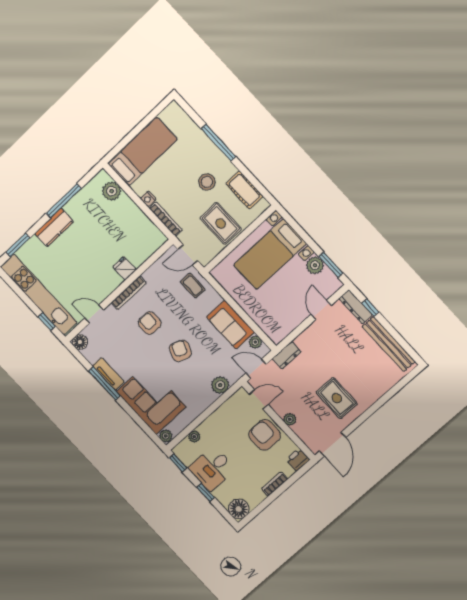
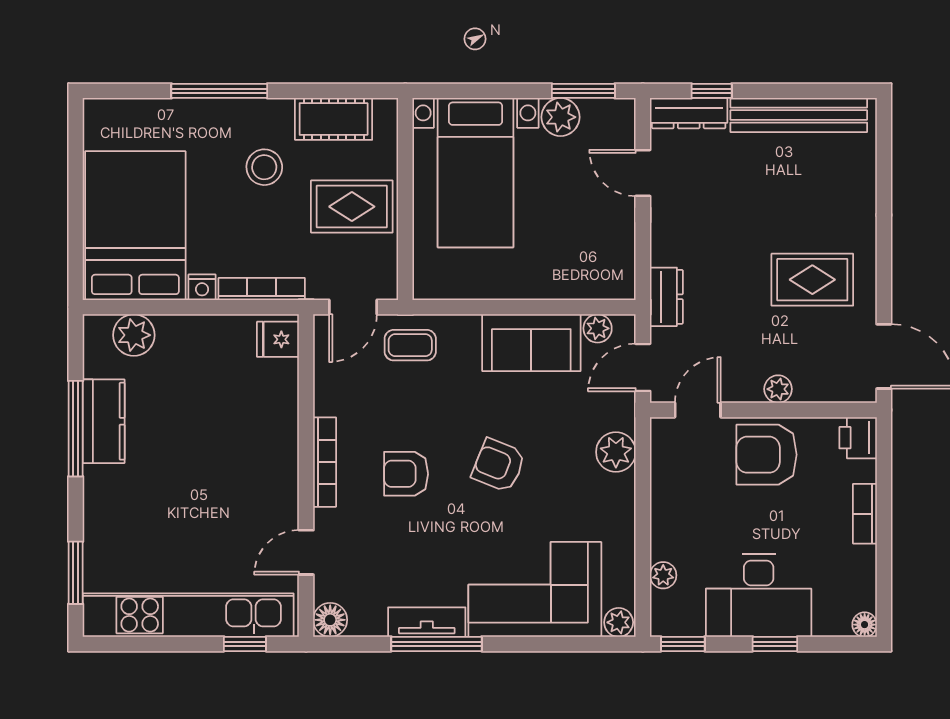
bed: (143, 152) -> (135, 226), width x1.50
kitchen counter: (54, 228) -> (104, 421), moved
fridge: (124, 268) -> (278, 339), moved
desk: (212, 469) -> (759, 595), width x1.37
floor lamp: (239, 509) -> (865, 625), width x0.53, depth x0.53

